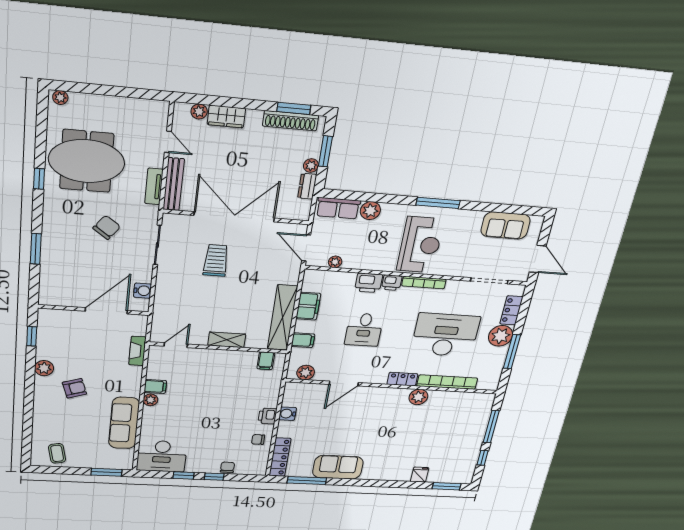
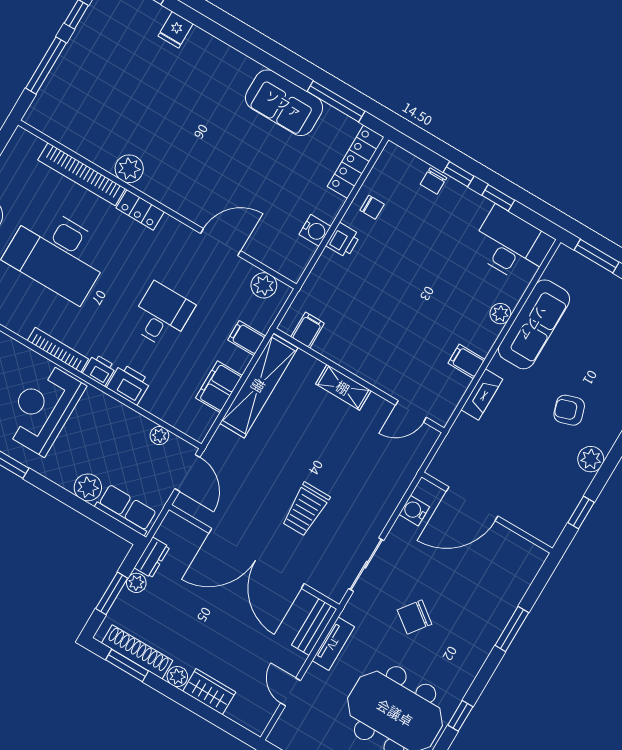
plant: (199, 111) -> (177, 677), moved
bench: (174, 184) -> (314, 627), width x0.73
fireplace: (137, 351) -> (482, 394), moved
plant: (150, 400) -> (500, 314), moved

